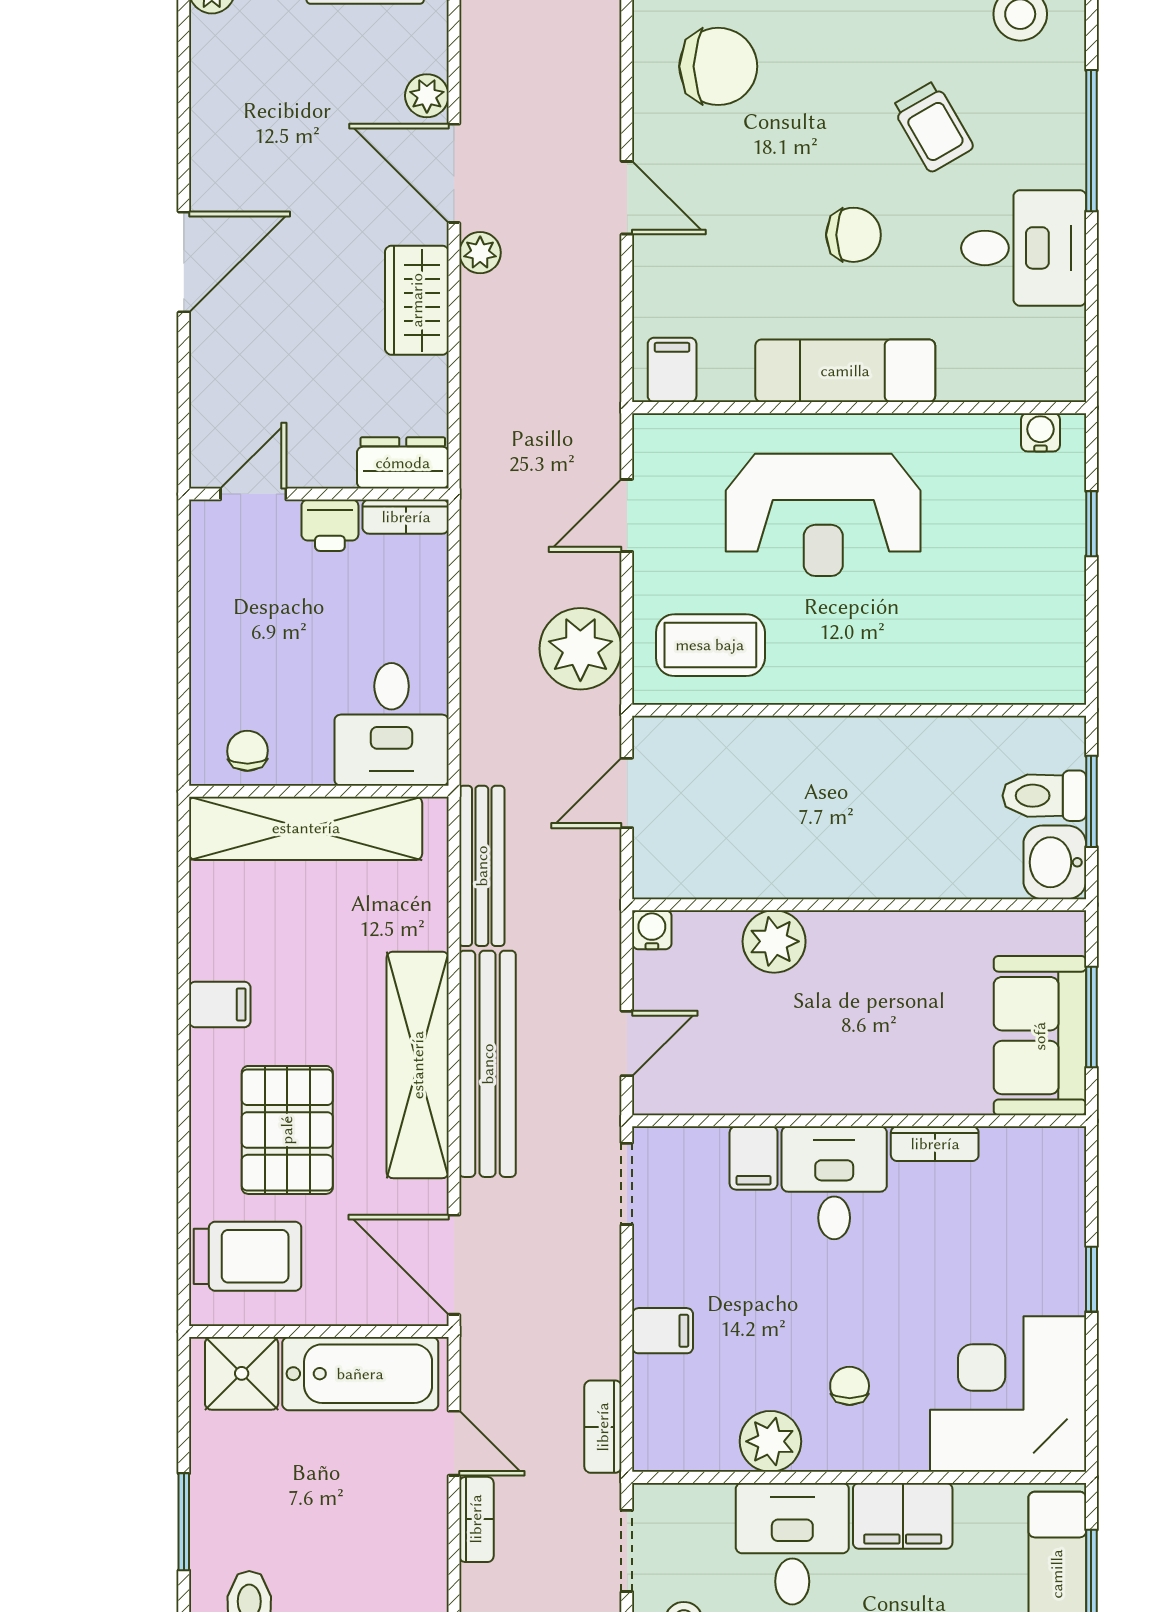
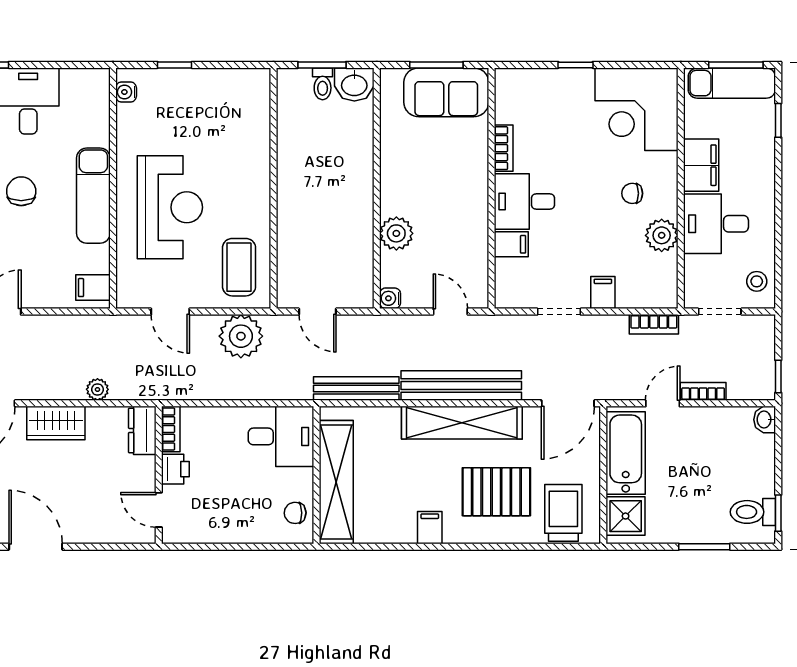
plant: (480, 253) -> (97, 389), moved
toilet: (1044, 796) -> (323, 84), width x0.73, depth x0.72
doorway: (627, 1184) -> (559, 312), moved

